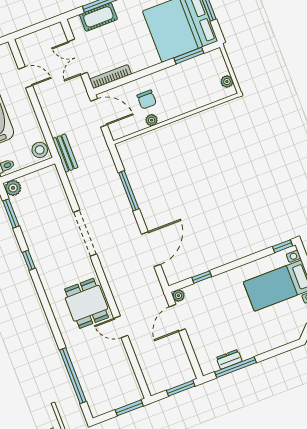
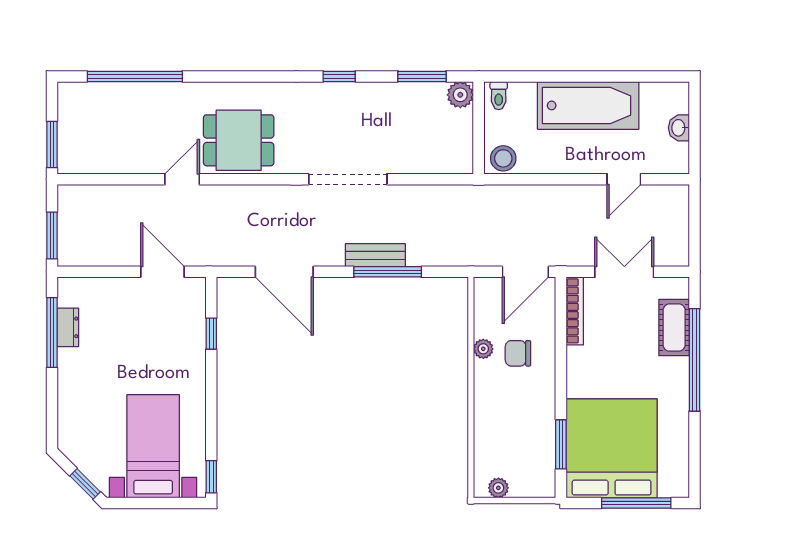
bench: (65, 153) -> (375, 255), moved
plant: (178, 296) -> (196, 287), removed

